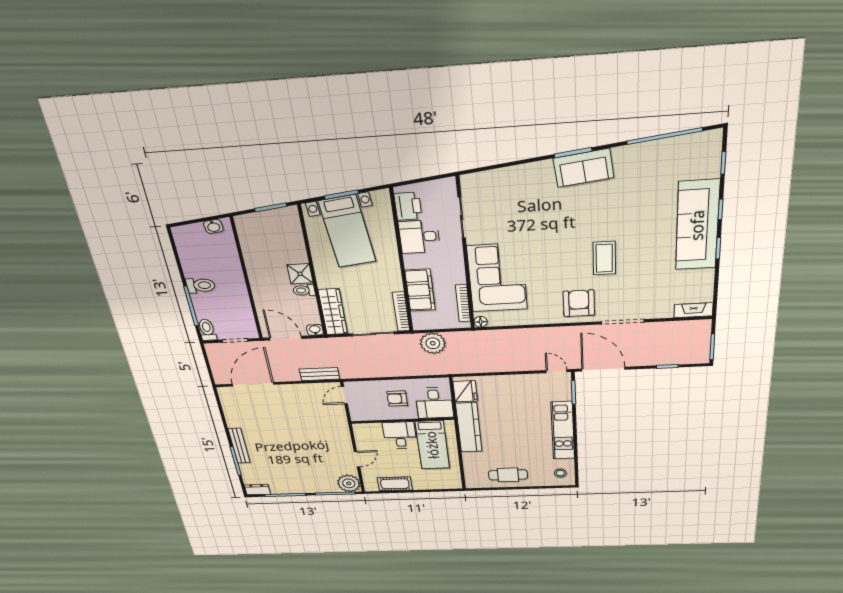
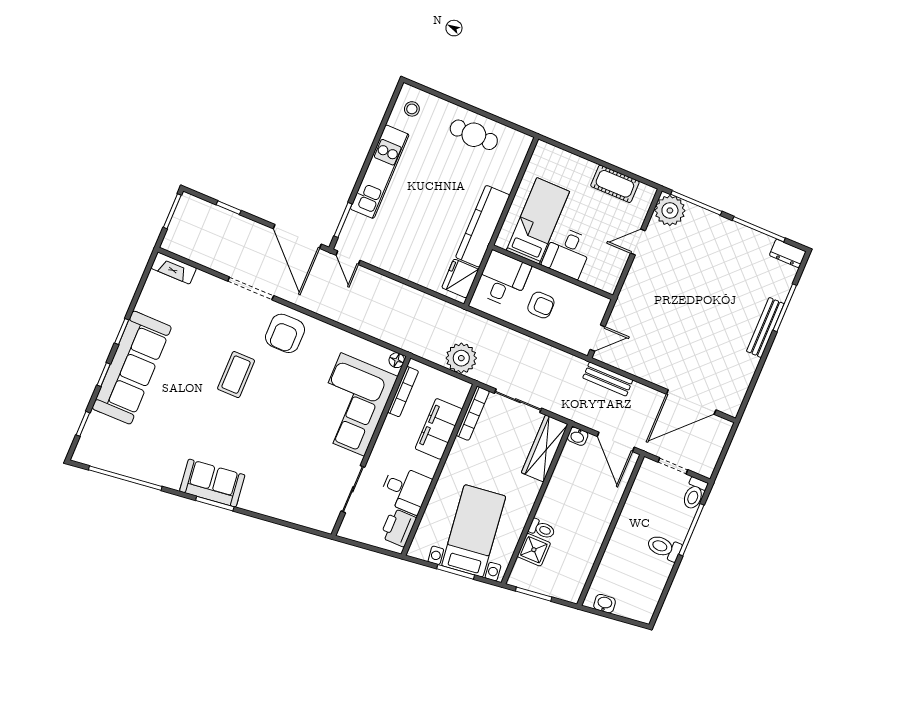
shower: (300, 274) -> (534, 550), moved
toilet: (304, 290) -> (542, 529), moved

